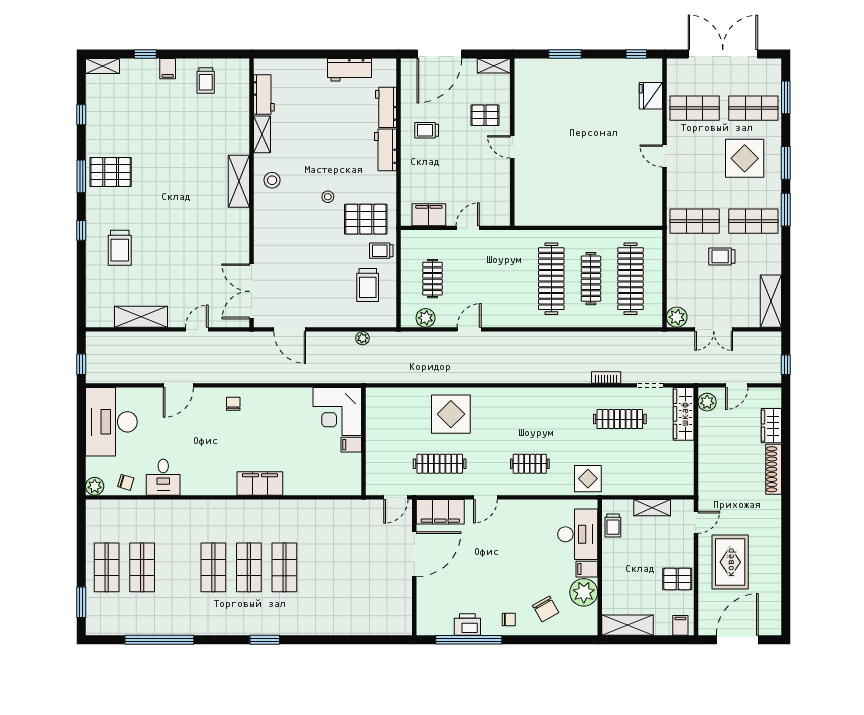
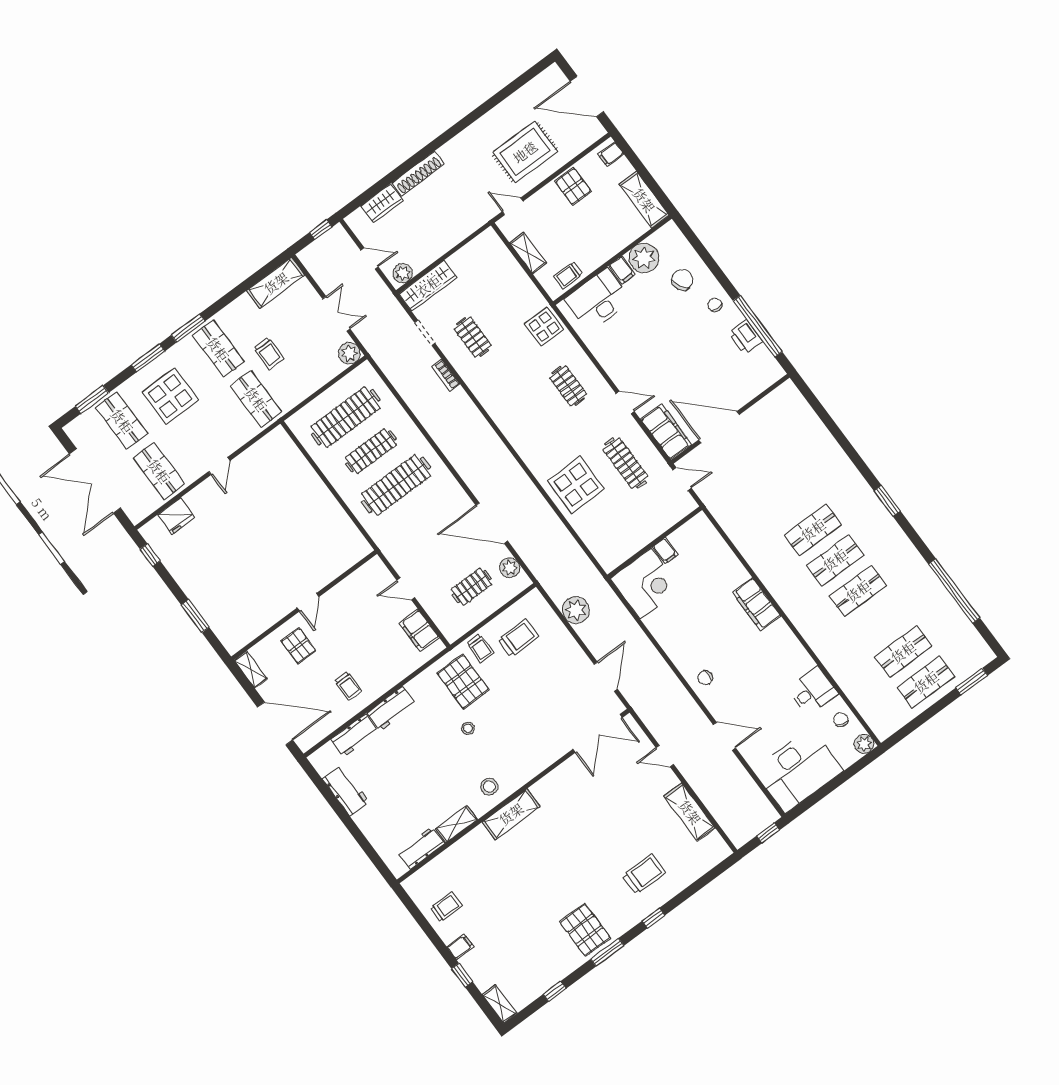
door: (469, 329) -> (492, 523), width x1.87
plant: (362, 338) -> (576, 610), width x1.88, depth x1.88
clothes rail: (620, 419) -> (473, 337), width x0.73
trolley: (613, 526) -> (568, 275), turned 180

